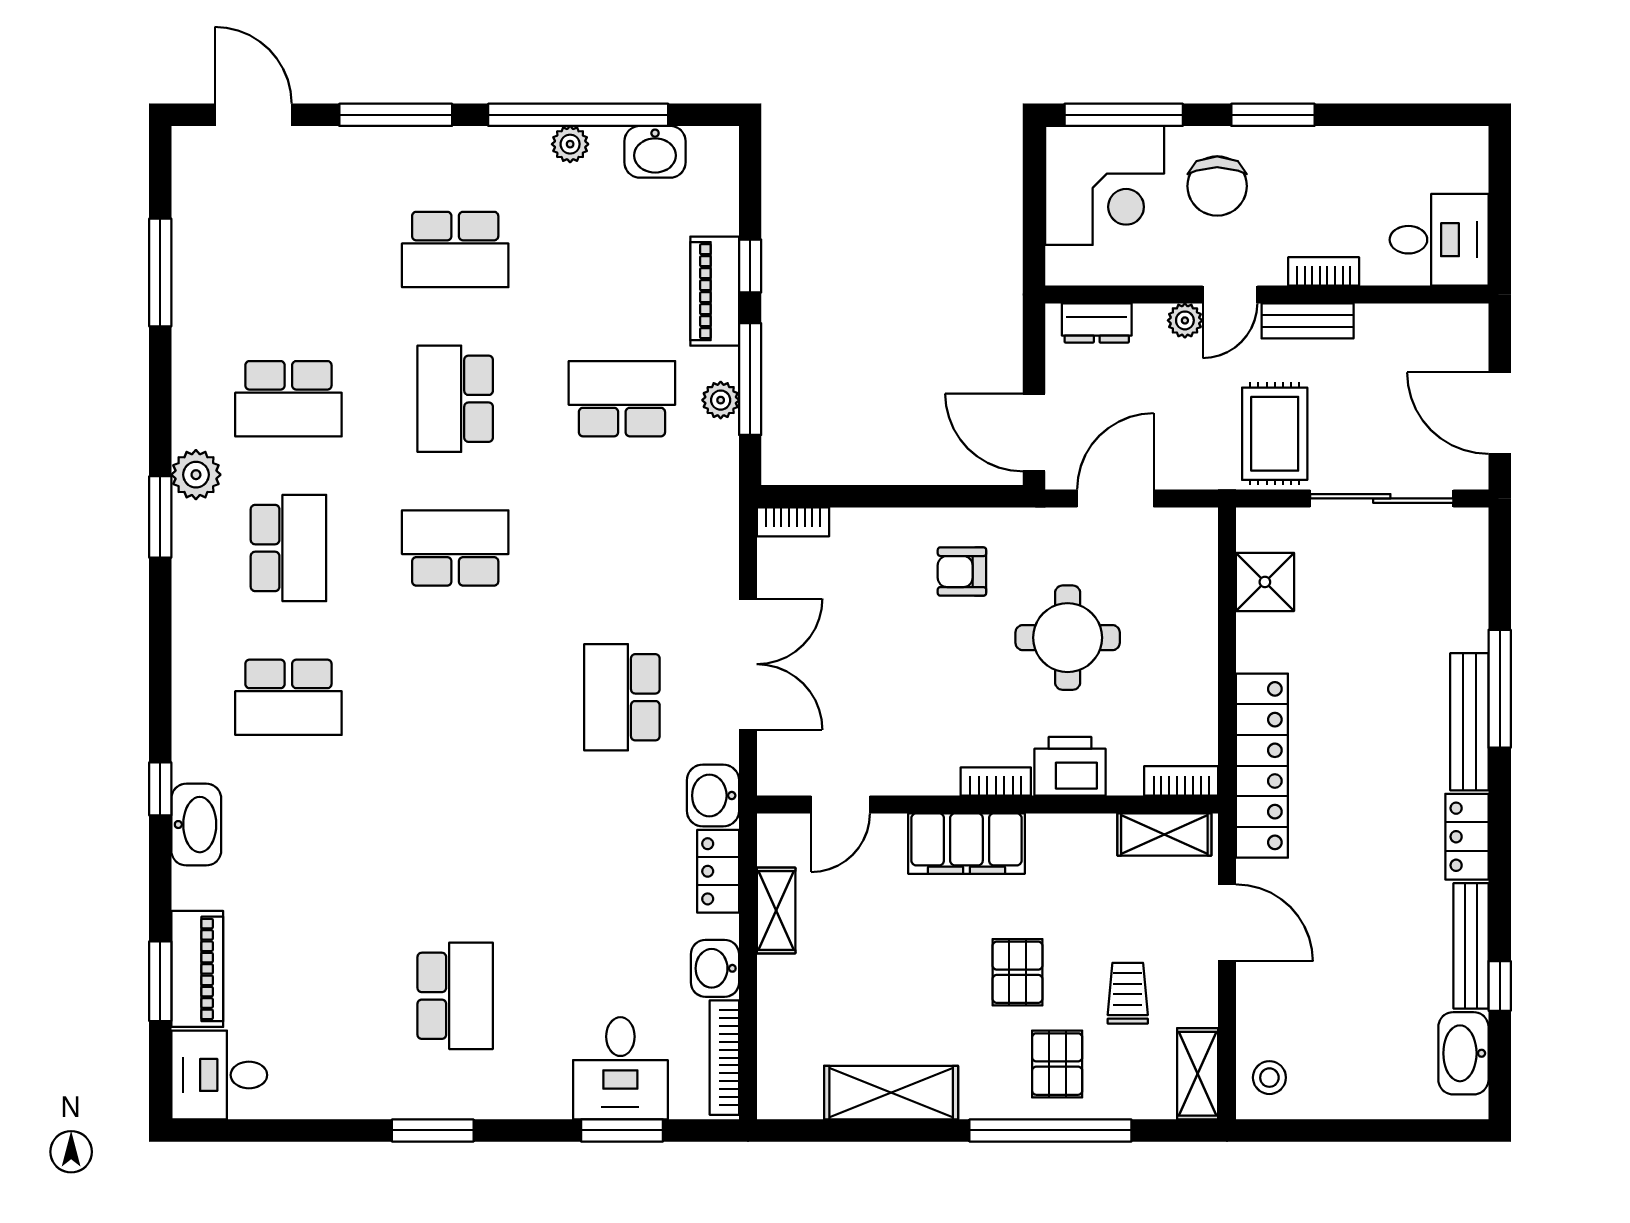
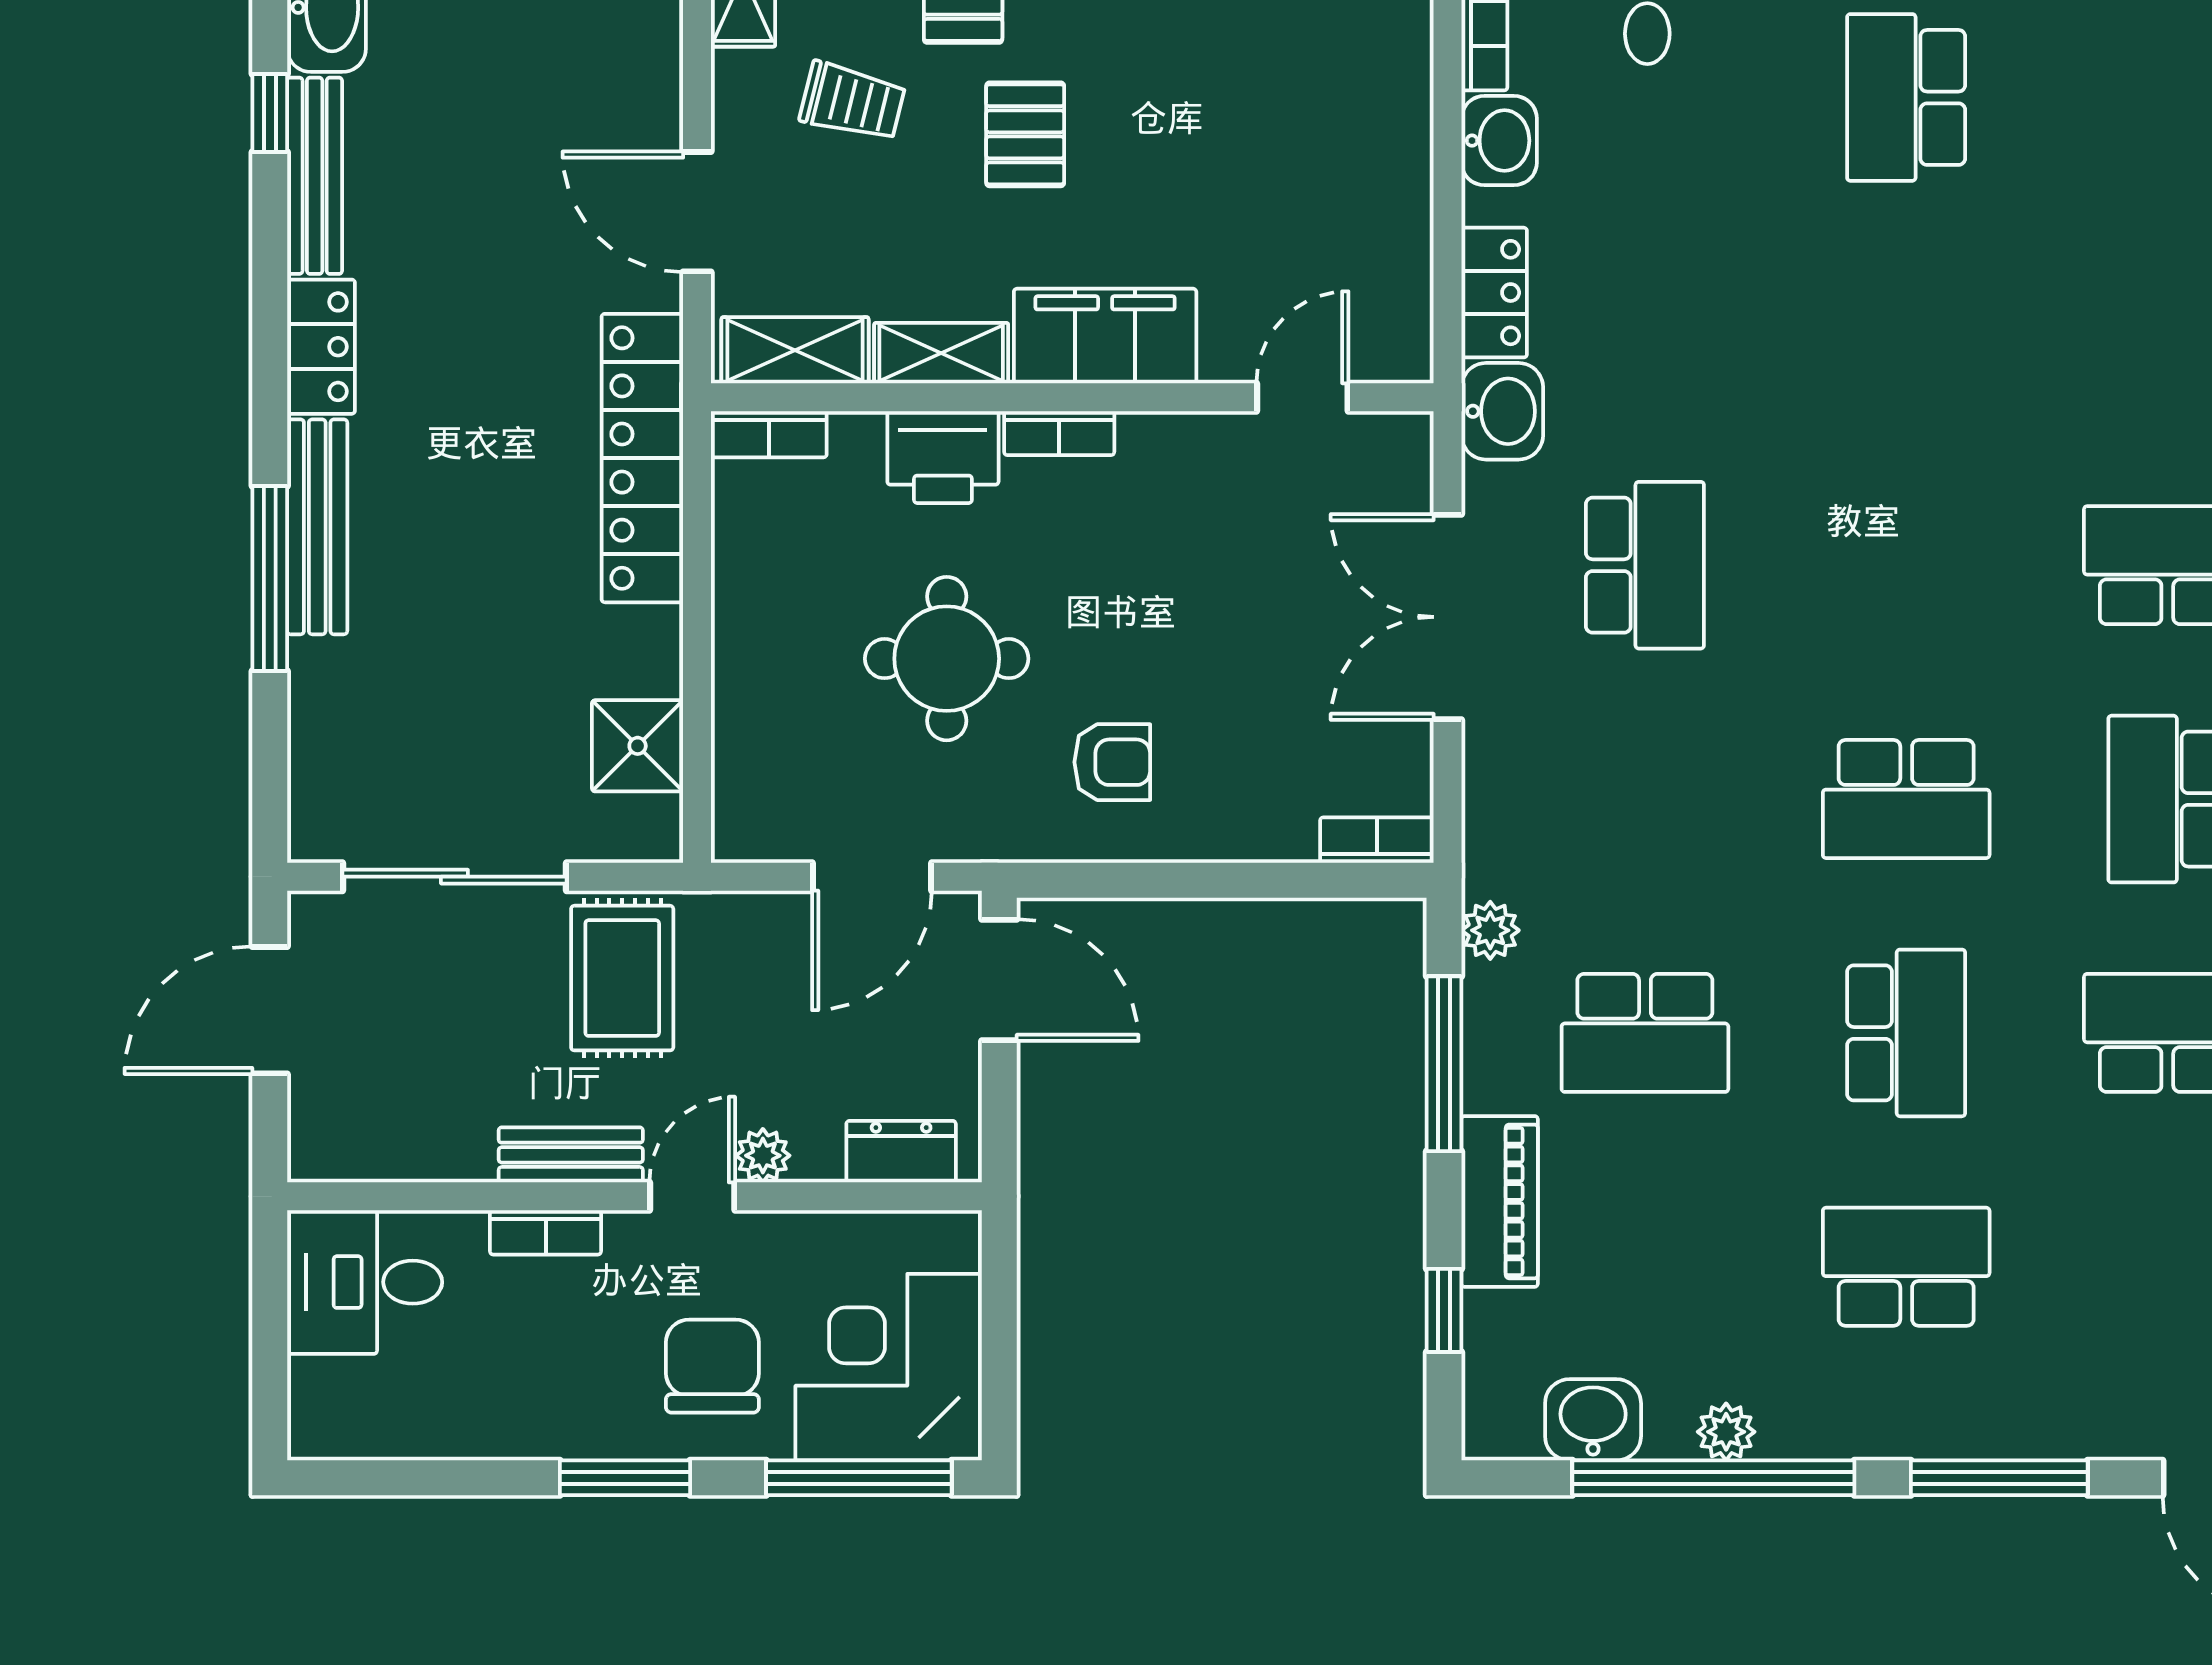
window: (750, 266) -> (1444, 1310), moved
plant: (721, 400) -> (1490, 930), moved
door: (1500, 413) -> (270, 1010), swing flipped
shelving: (776, 911) -> (941, 353), moved, turned 90
trolley: (1128, 993) -> (852, 102), turned -76

